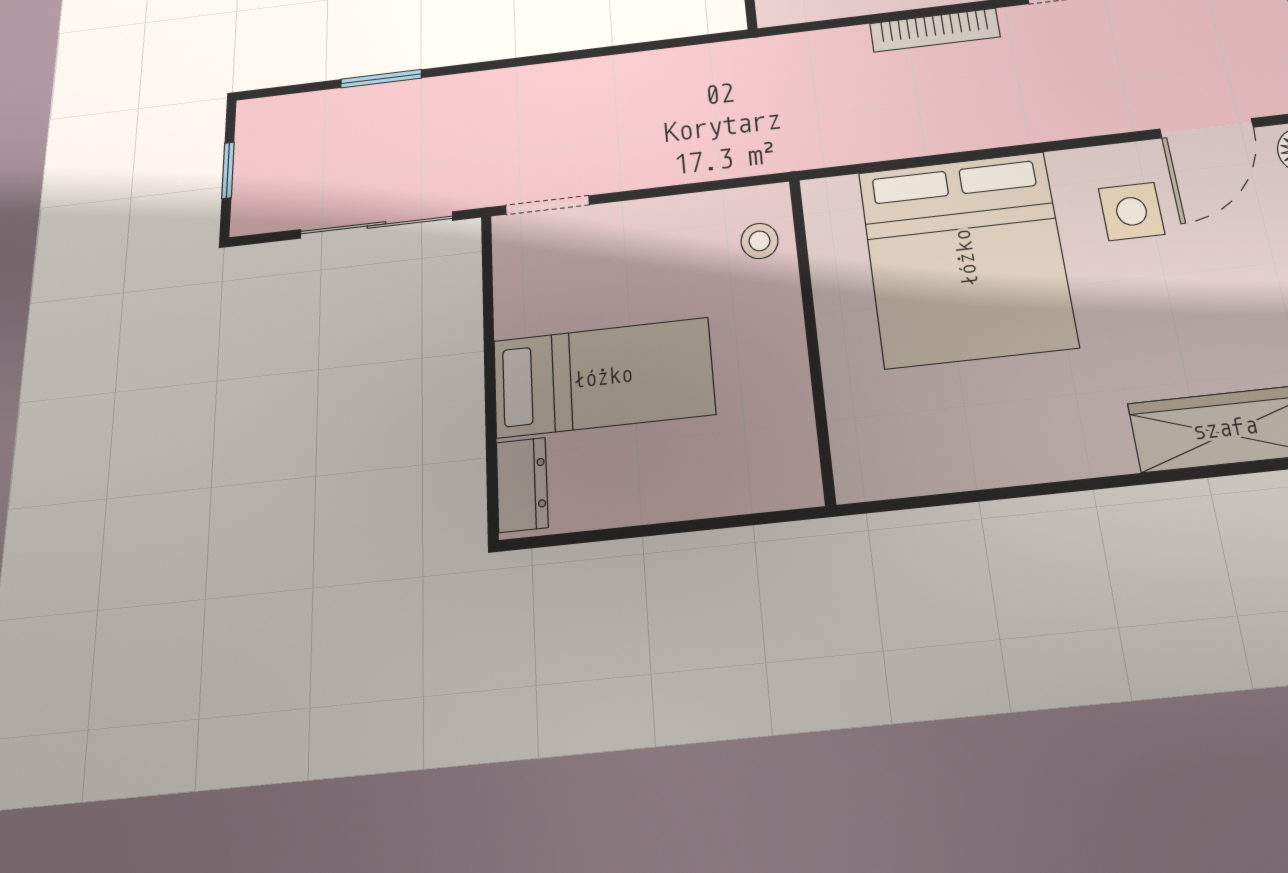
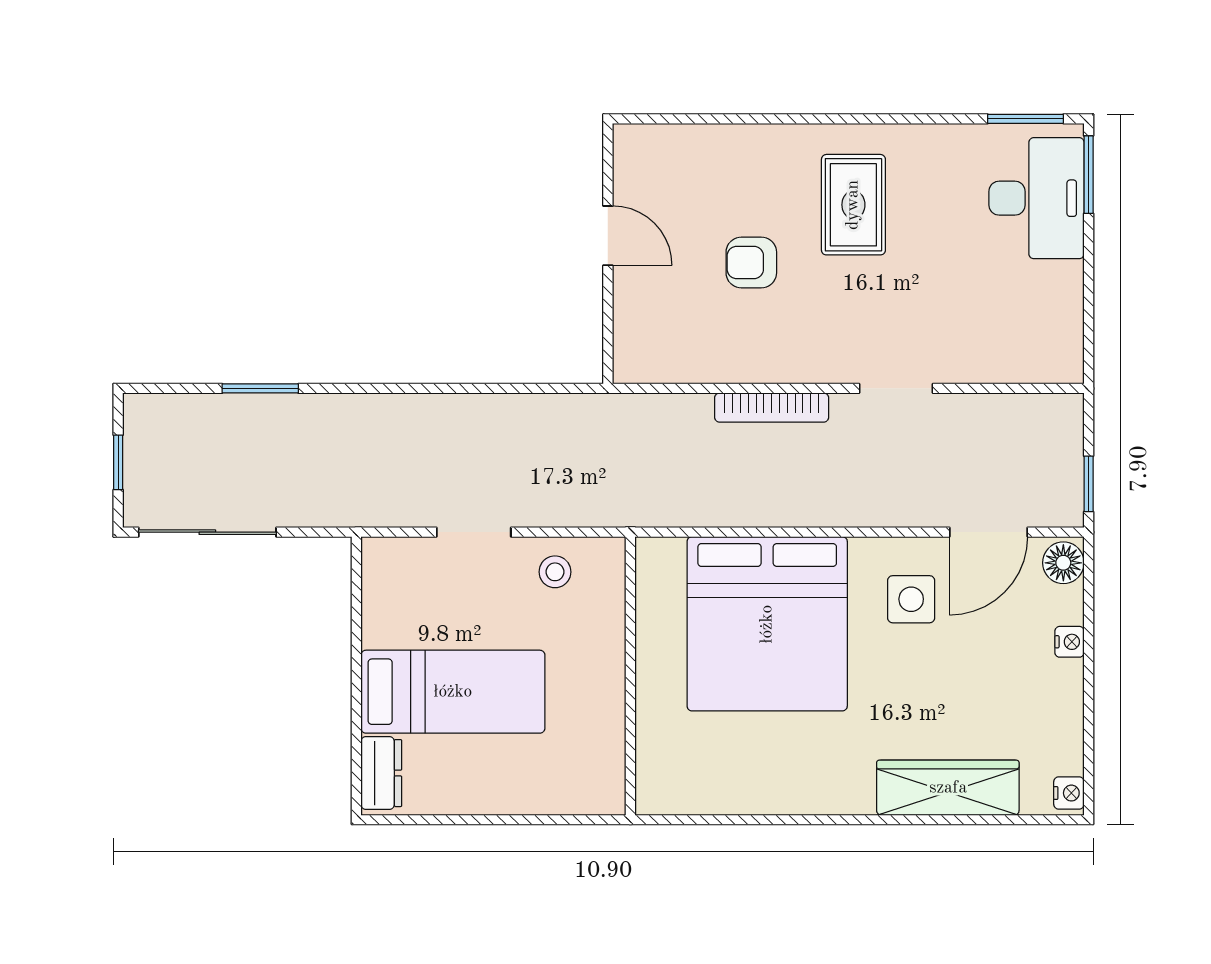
doorway: (547, 205) -> (474, 532), moved
sliding door: (376, 225) -> (207, 532), moved
stool: (760, 241) -> (555, 572), moved

